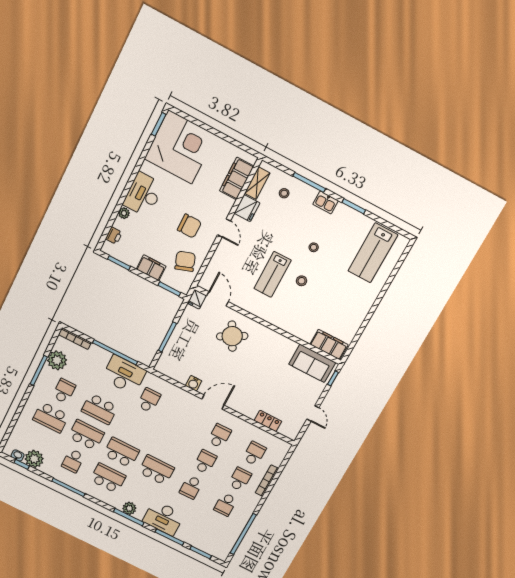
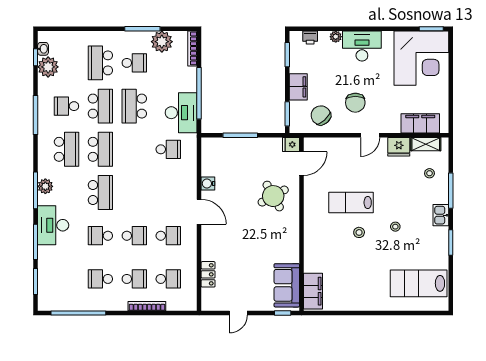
chair: (185, 261) -> (321, 115), turned -113

